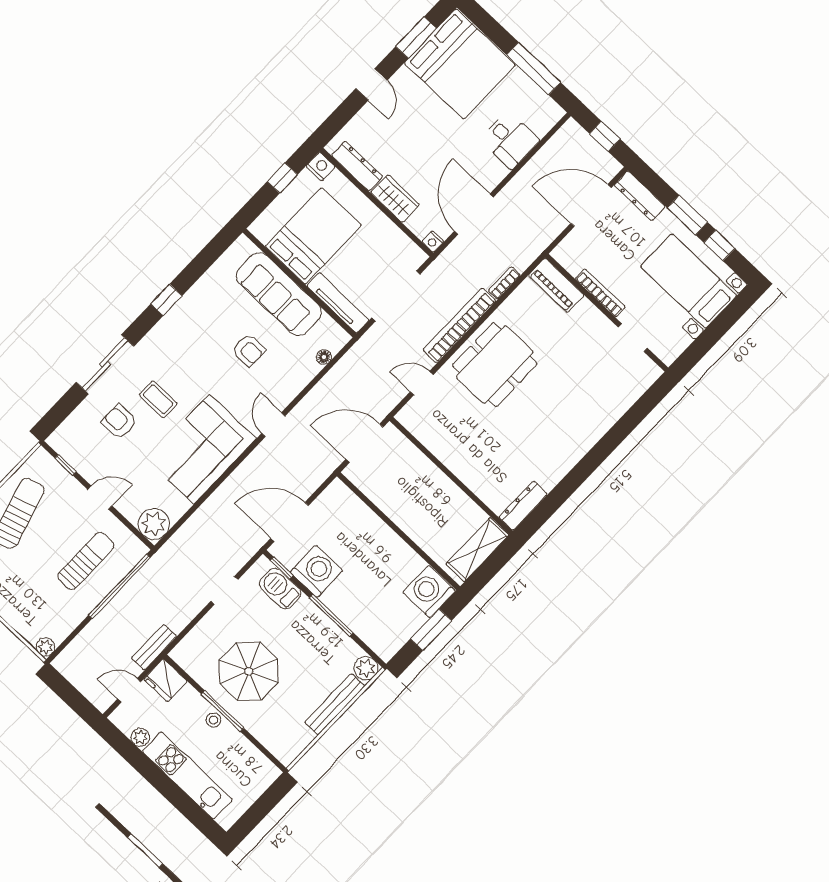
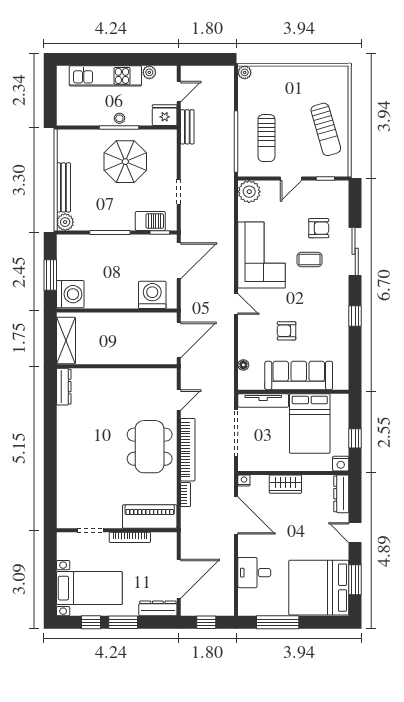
dresser: (357, 166) -> (341, 494), moved, turned 90
piano: (556, 285) -> (150, 516), width x1.37, depth x1.33
washing machine: (316, 571) -> (152, 295), moved, turned 180

